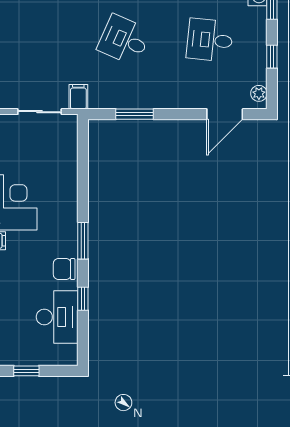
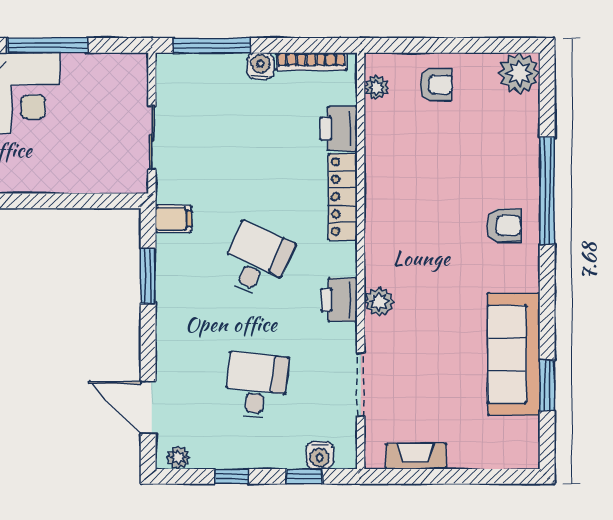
filing cabinet: (78, 97) -> (173, 219), moved

